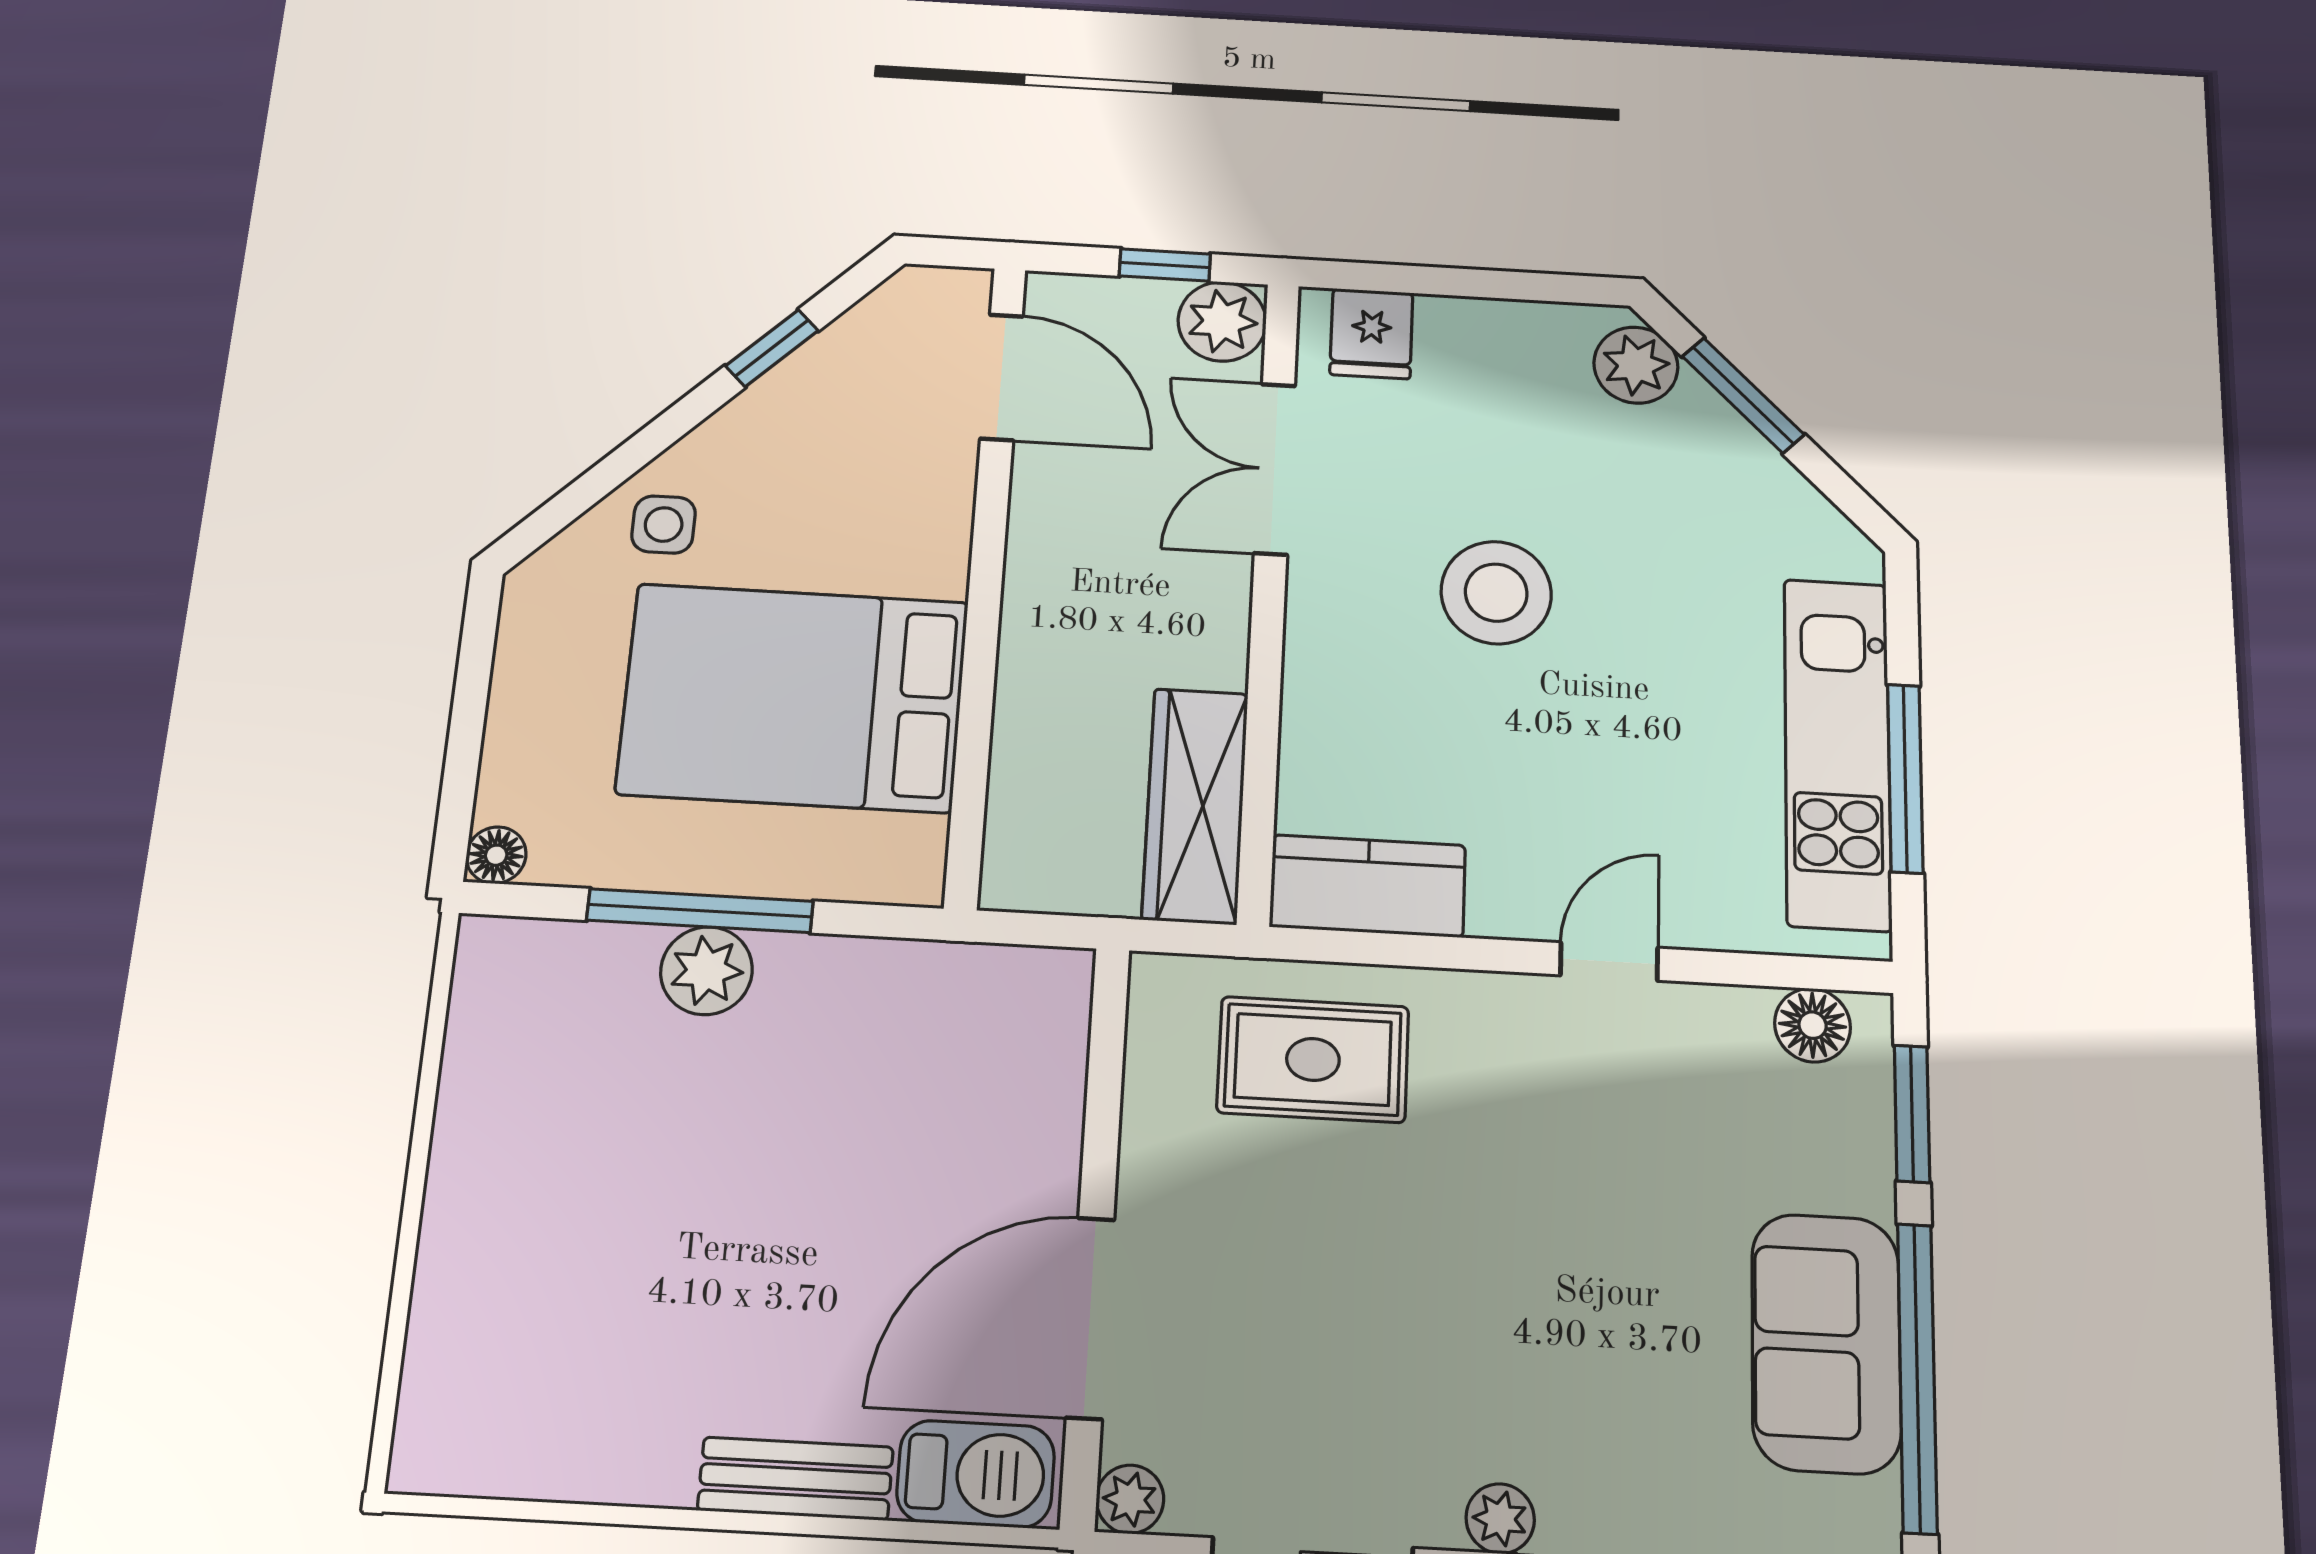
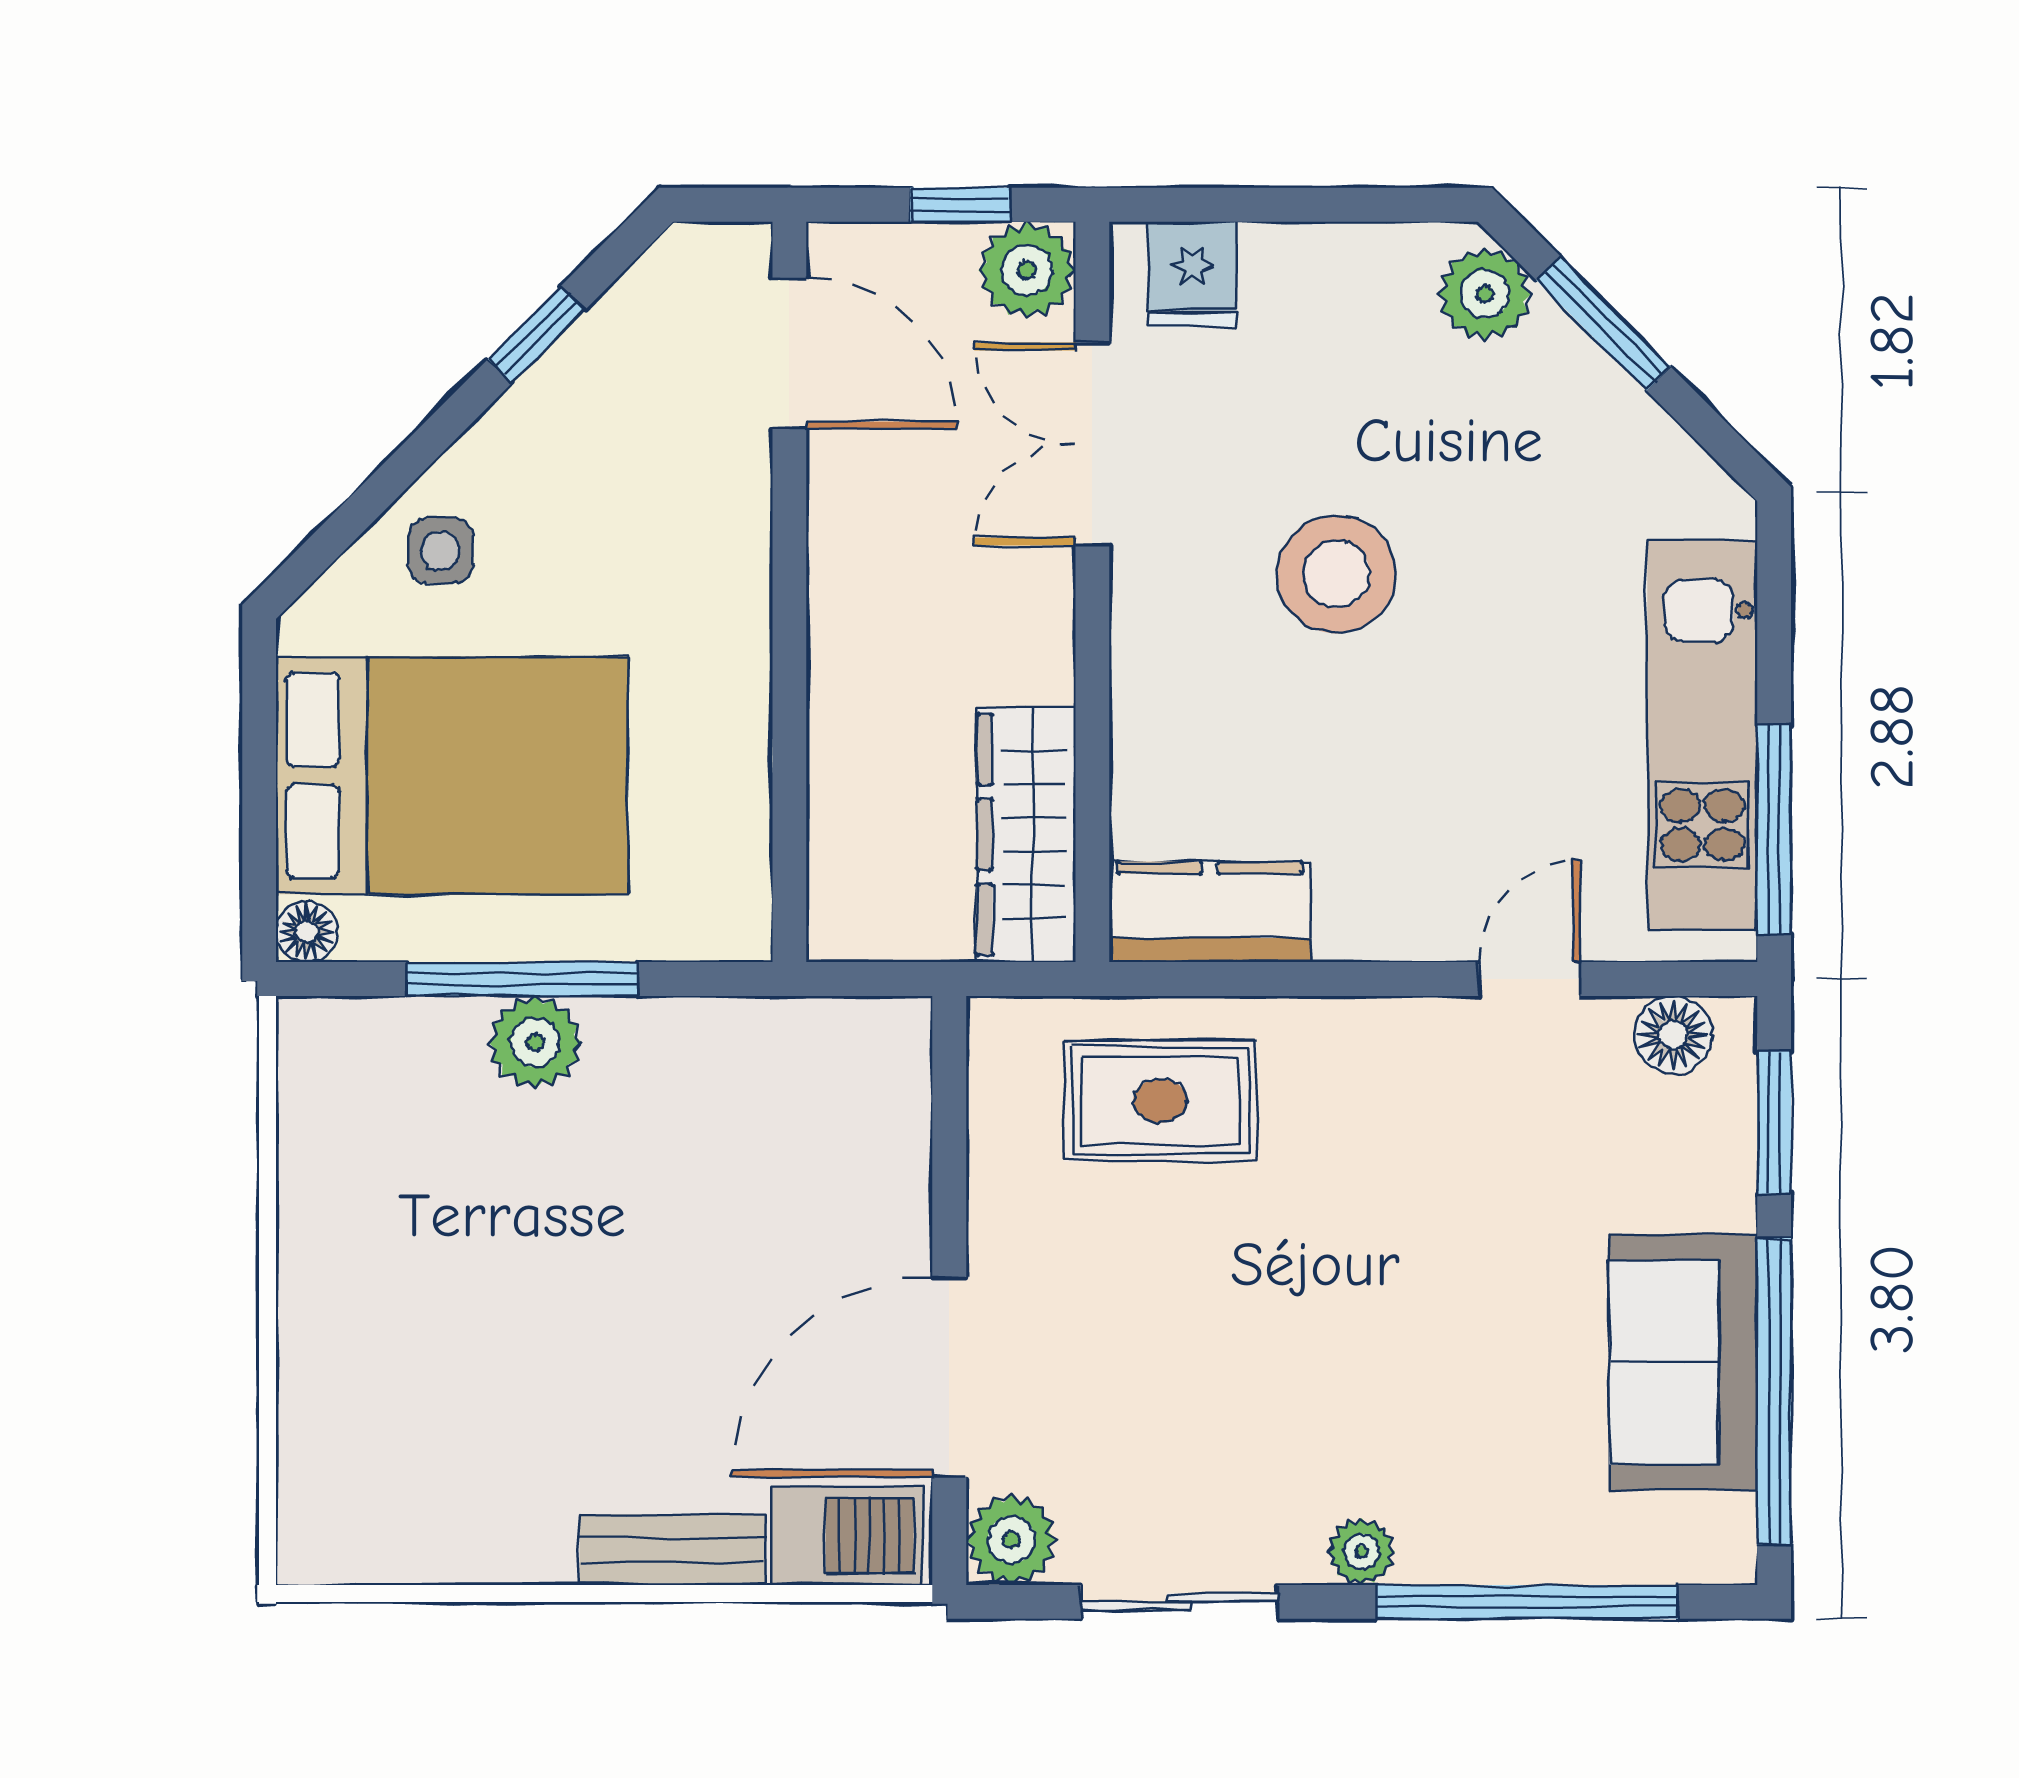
bed: (793, 698) -> (452, 776), moved, turned 180
window: (1905, 778) -> (1774, 830), moved
door: (1609, 962) -> (1530, 979), moved
plant: (1130, 1499) -> (1011, 1540), width x1.38, depth x1.38

